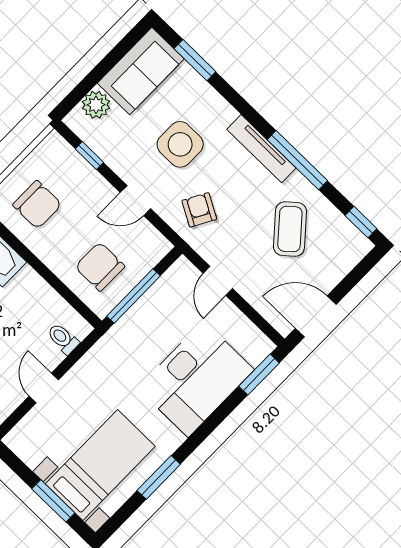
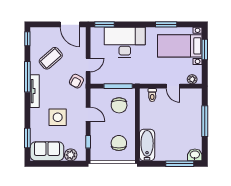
armchair: (199, 210) -> (76, 81), moved
door: (44, 388) -> (173, 86), hinge flipped
plant: (24, 431) -> (192, 79), added

